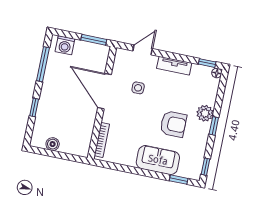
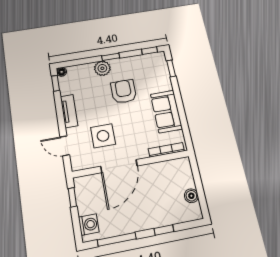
window: (94, 40) -> (72, 197), width x0.67
side table: (138, 88) -> (103, 136), width x1.87, depth x1.87
sofa: (158, 160) -> (166, 111), moved

